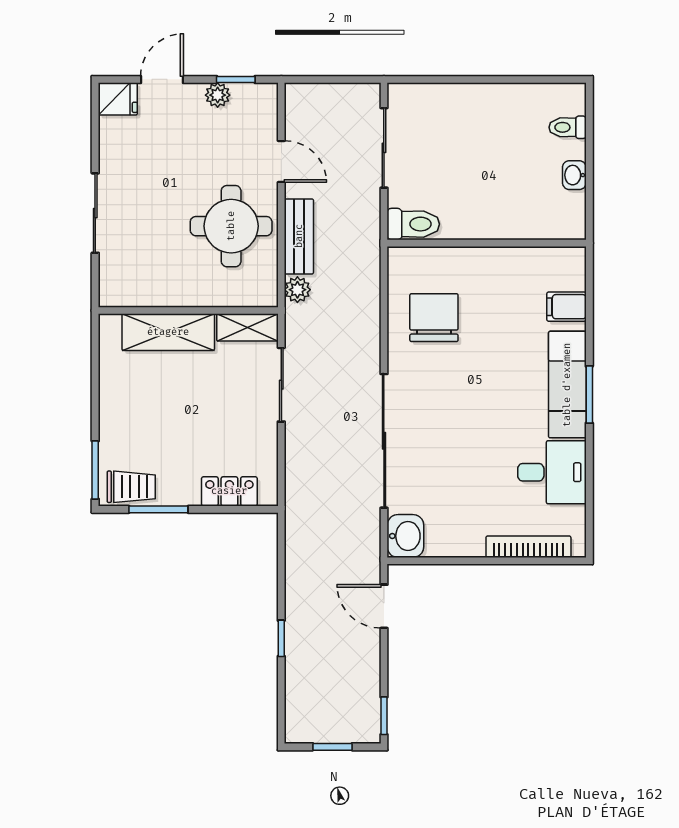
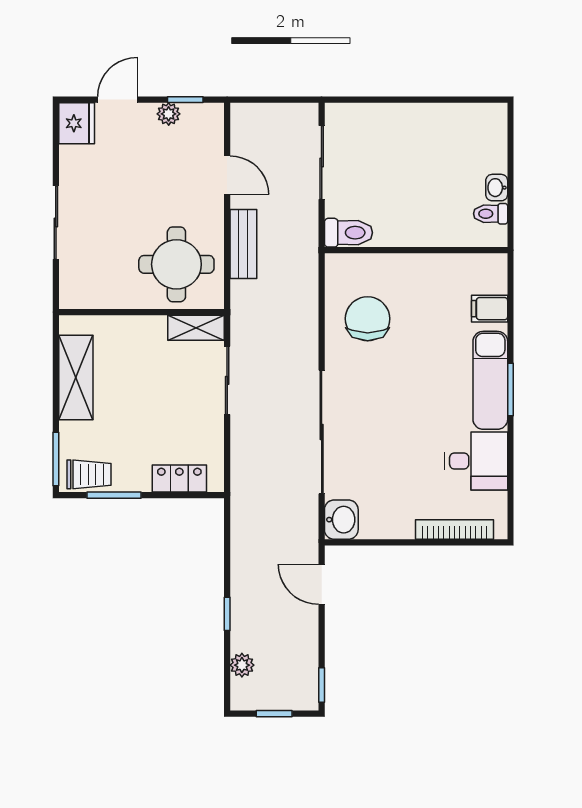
fridge: (118, 99) -> (77, 123), width x1.38
toilet: (568, 127) -> (491, 214), moved
round table: (231, 226) -> (176, 264), moved
plant: (297, 290) -> (242, 665), moved
shelving: (168, 332) -> (76, 378), moved, turned 90

